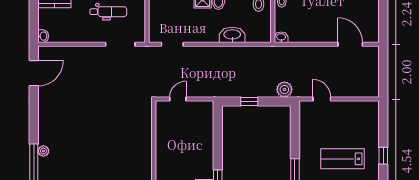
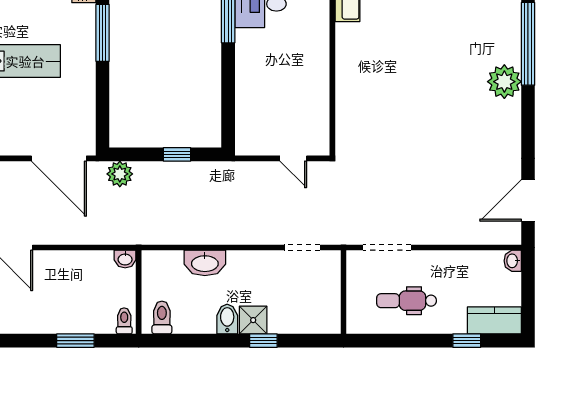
door: (178, 99) -> (293, 158), hinge flipped
door: (322, 99) -> (59, 158), width x1.88
plant: (43, 151) -> (504, 82), width x1.87, depth x1.87

